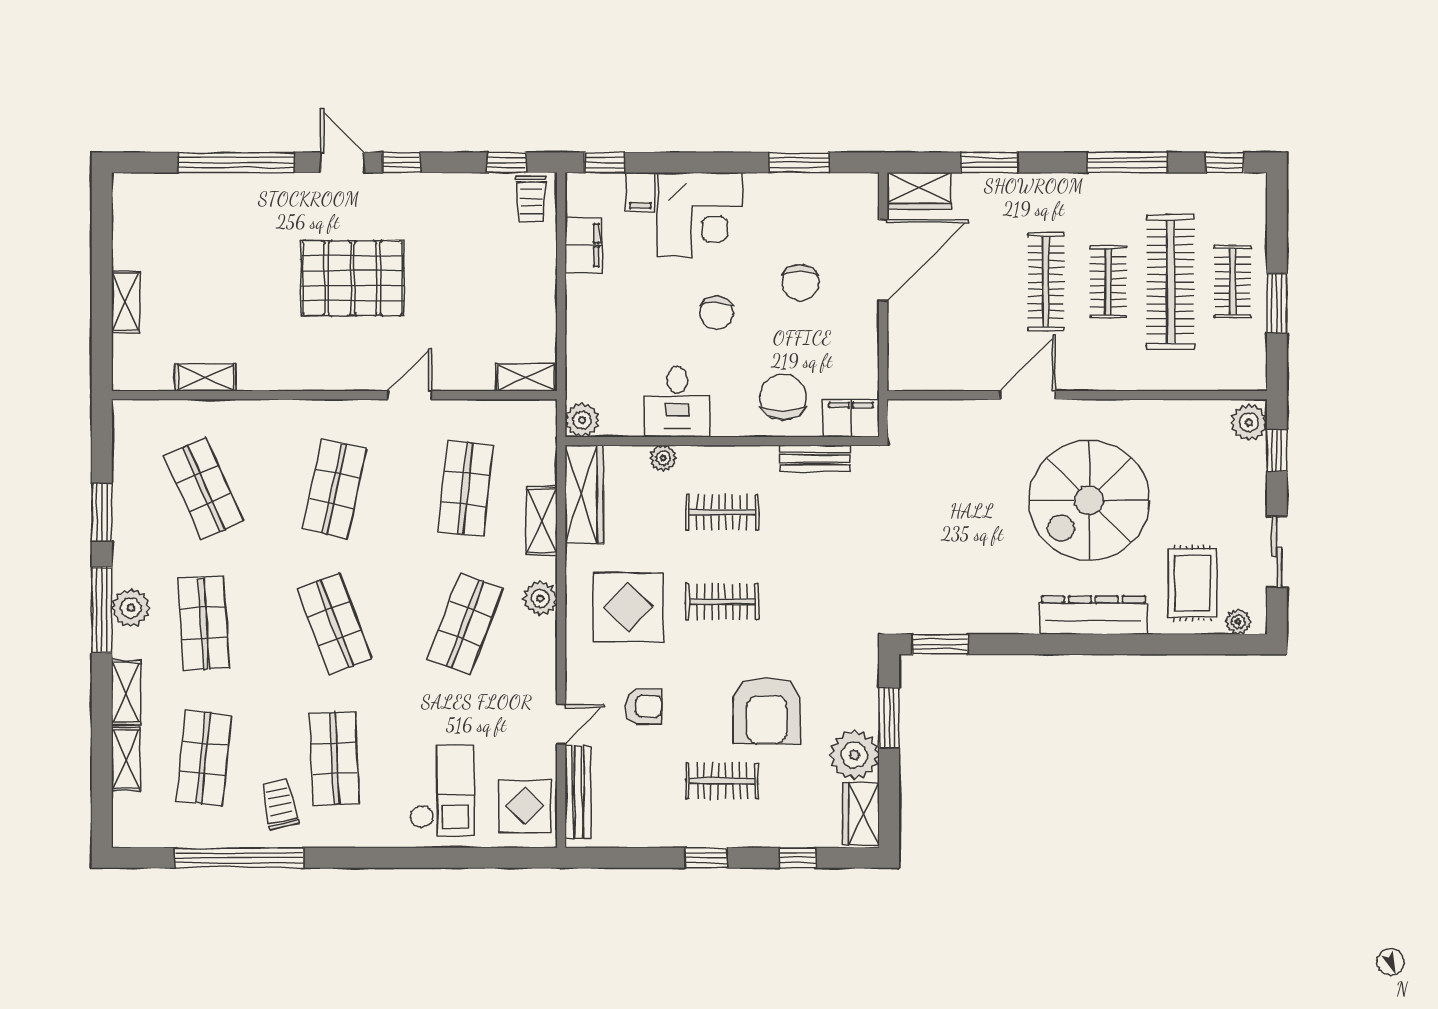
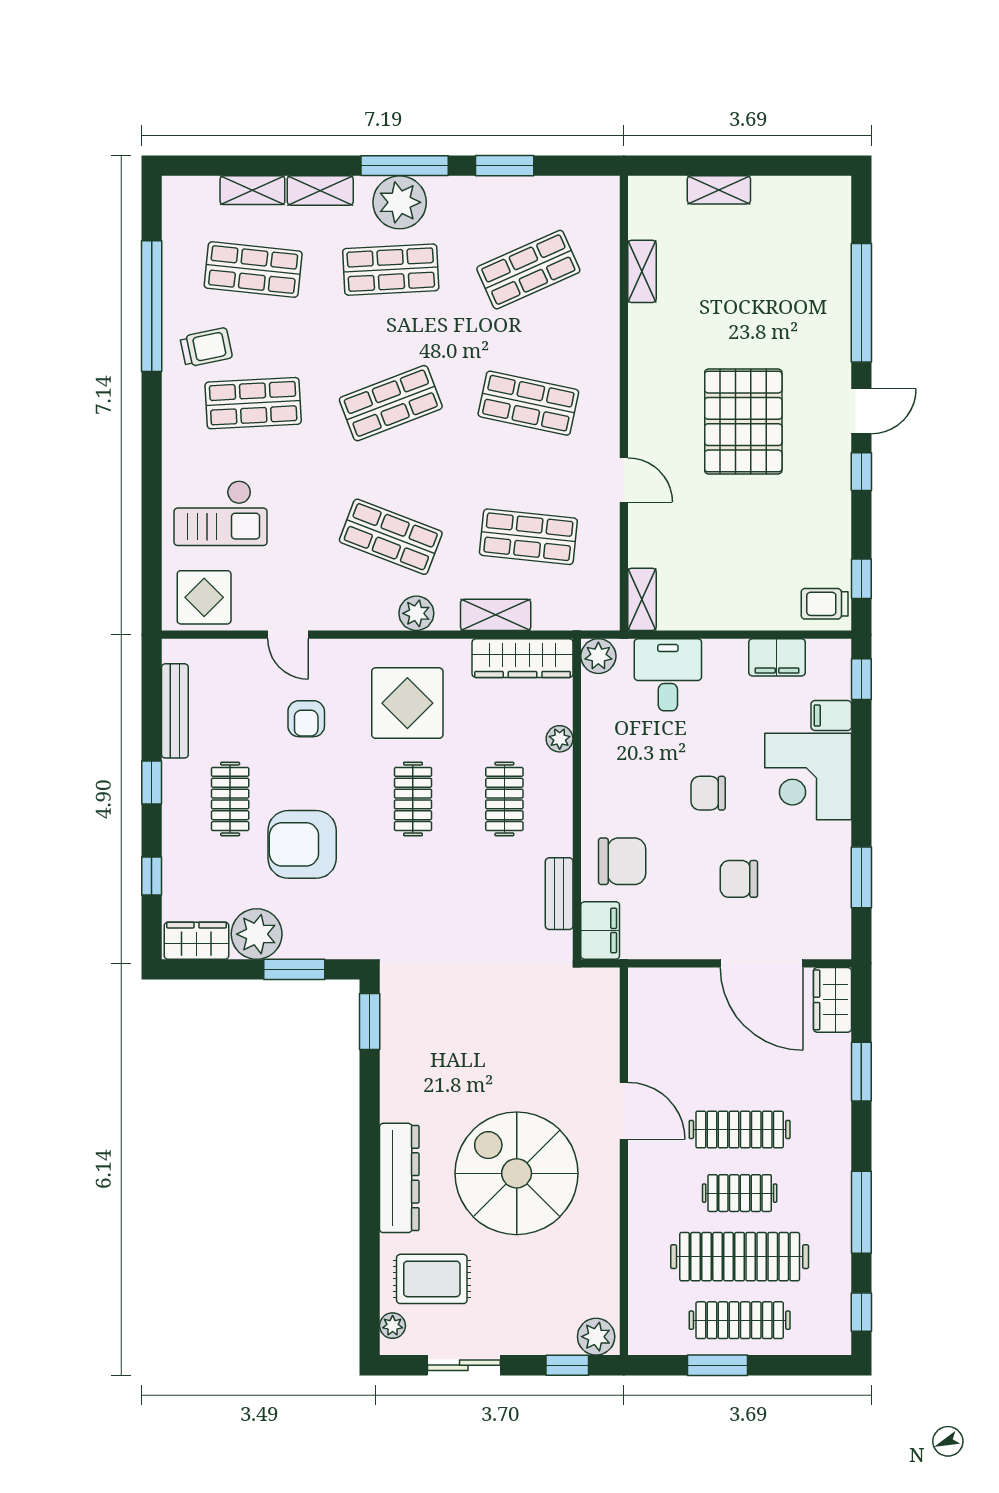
clothes rail: (1233, 282) -> (740, 1320), width x1.36
desk: (677, 402) -> (668, 675), moved, turned 90
plant: (131, 608) -> (400, 202), width x1.36, depth x1.36
bench: (578, 792) -> (175, 711), moved, turned 90

